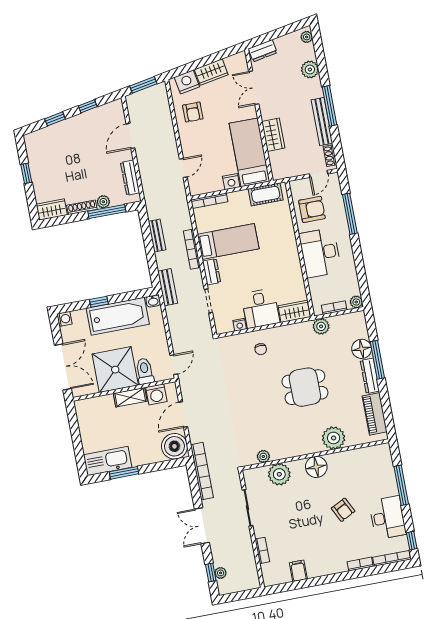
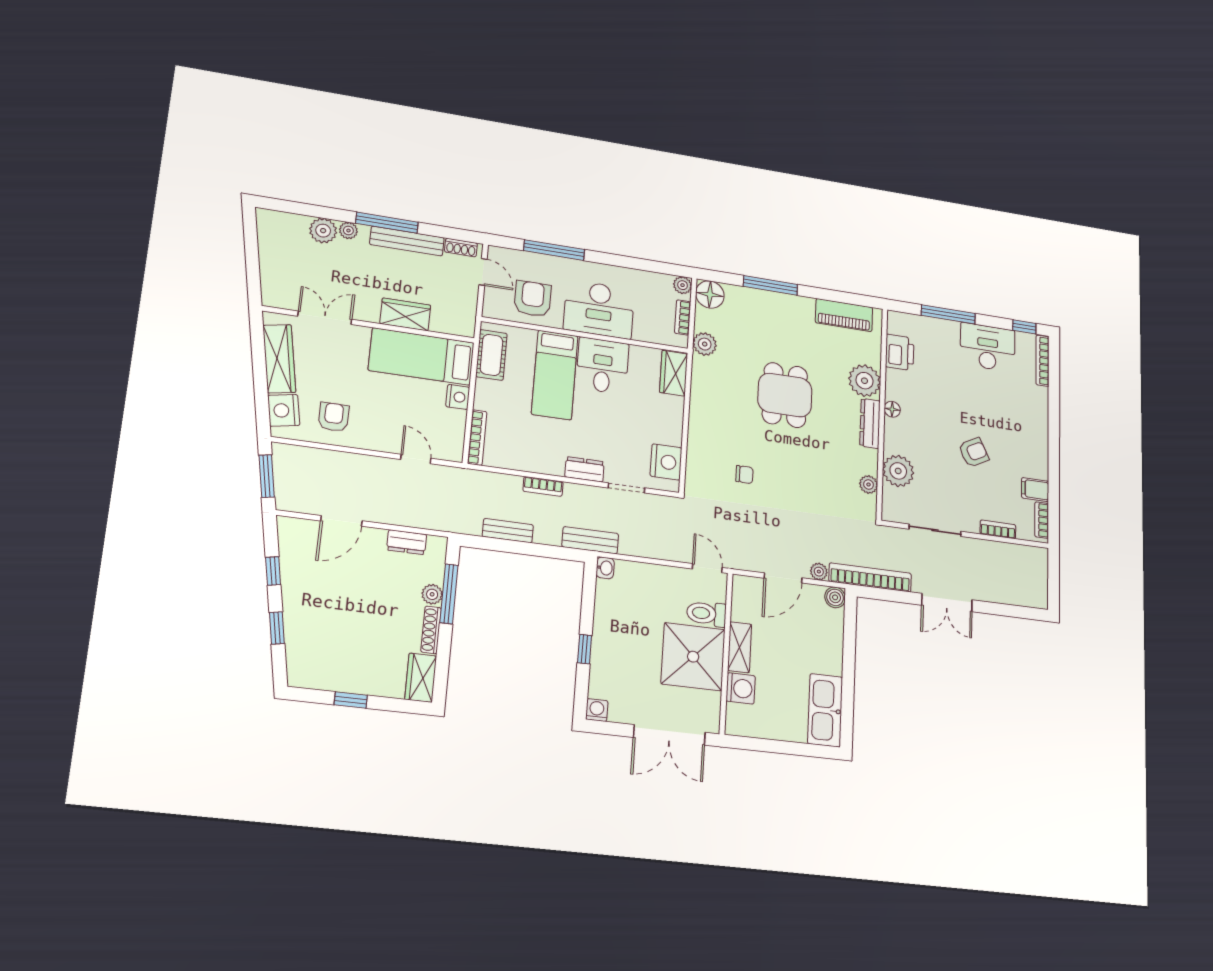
plant: (307, 37) -> (348, 231), moved
dresser: (263, 51) -> (272, 286), removed
wardrobe: (211, 72) -> (279, 359), width x1.50
double door: (254, 88) -> (325, 318), swing flipped
armchair: (193, 112) -> (334, 417), turned -90
door: (130, 136) -> (341, 521), hinge flipped
dresser: (130, 178) -> (407, 542), width x0.70
bed: (228, 241) -> (555, 375), moved, turned 180
bookcase: (192, 249) -> (543, 486), width x0.64
desk: (260, 308) -> (602, 366), moved, turned -90
bathtub: (118, 316) -> (614, 628), removed
nightstand: (240, 325) -> (666, 462), width x1.89, depth x1.79
chair: (261, 349) -> (744, 475), moved
floor lamp: (362, 349) -> (710, 294), moved
double door: (63, 367) -> (669, 735), swing flipped
dresser: (370, 376) -> (870, 423), moved, turned 90
washing machine: (156, 394) -> (741, 688), moved
door: (183, 414) -> (783, 578), hinge flipped
boiler: (174, 446) -> (835, 597), width x0.54, depth x0.54
printer: (362, 457) -> (900, 352), added
floor lamp: (316, 467) -> (892, 409), width x0.53, depth x0.53
window: (124, 473) -> (848, 691), removed
armchair: (343, 510) -> (974, 452), moved
bookcase: (360, 564) -> (1042, 520), moved
window: (211, 572) -> (1014, 611), removed
plant: (221, 573) -> (819, 572), moved

